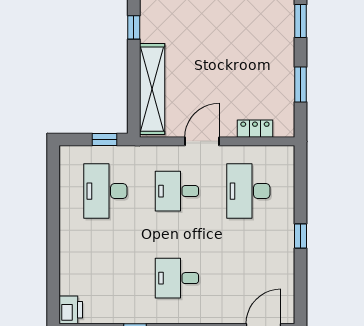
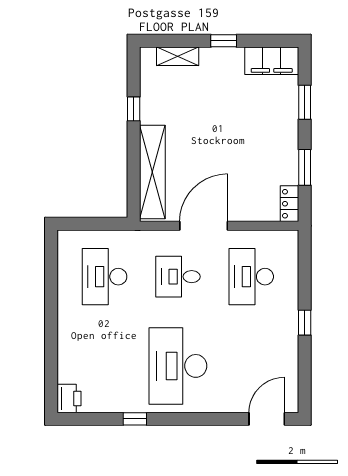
locker: (255, 129) -> (289, 204), moved, turned -90
window: (104, 139) -> (104, 224), removed
door: (202, 141) -> (204, 226), width x1.36
desk: (177, 278) -> (178, 366), width x1.87, depth x1.30

